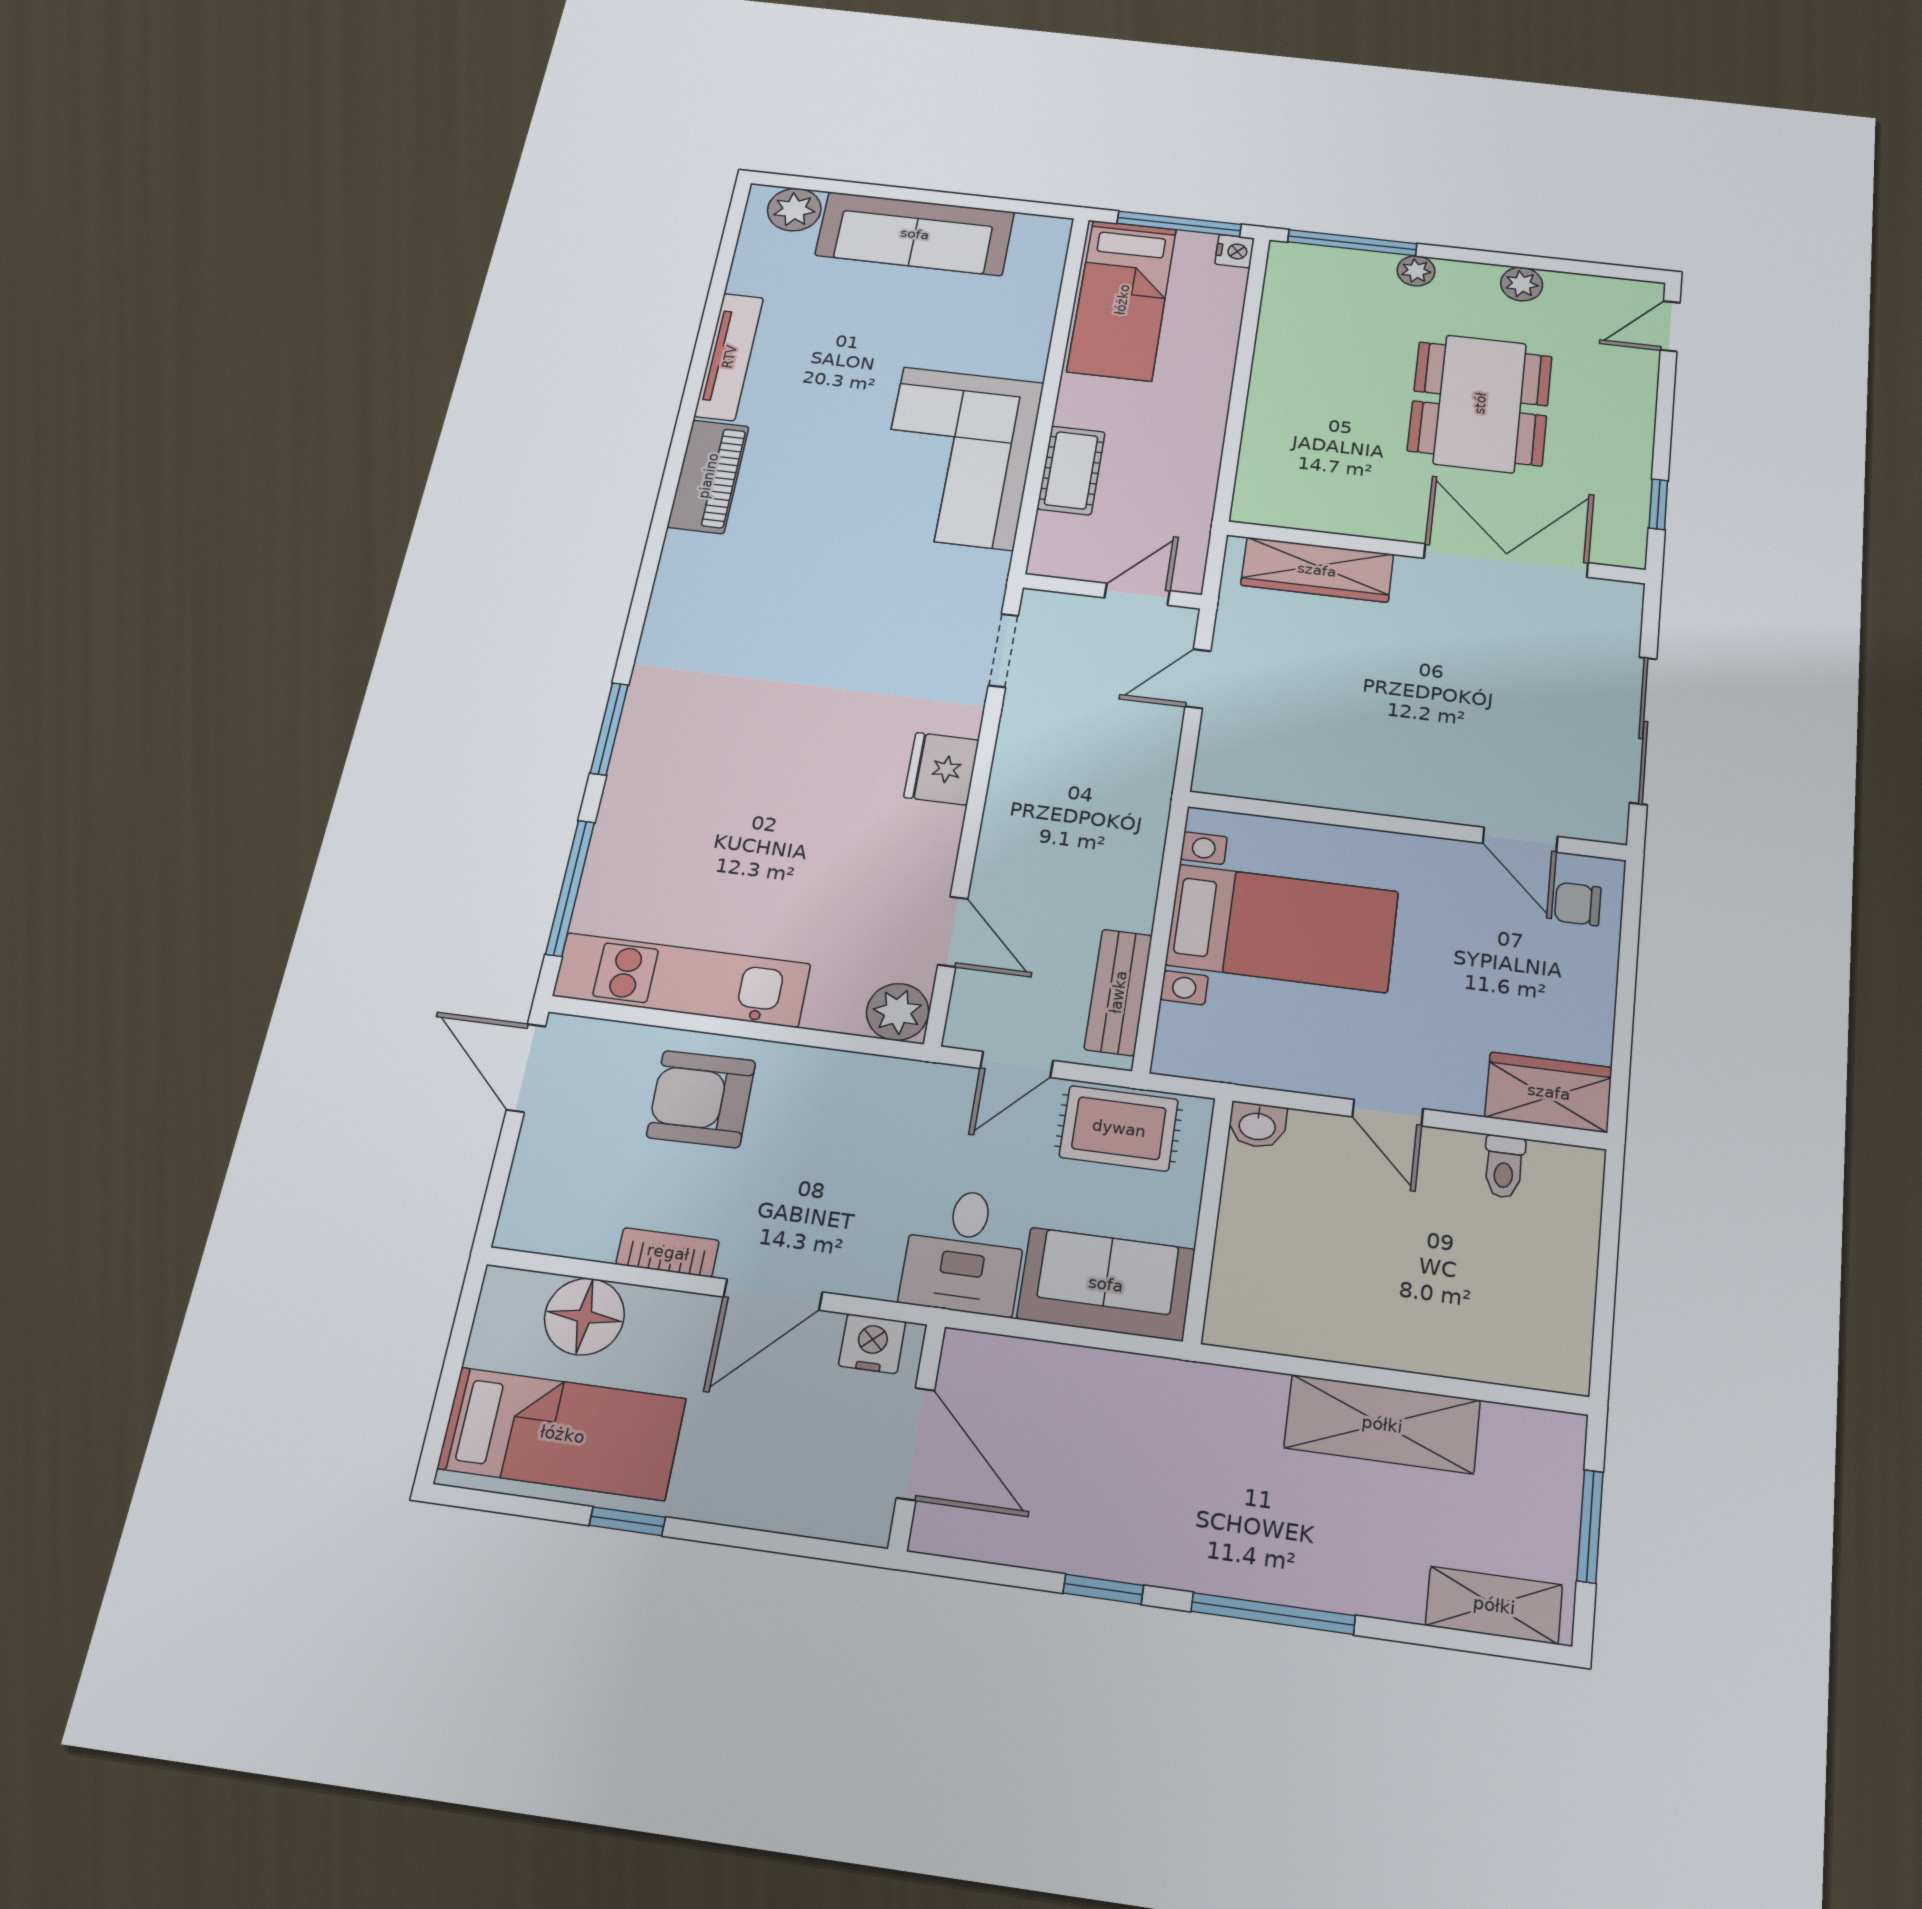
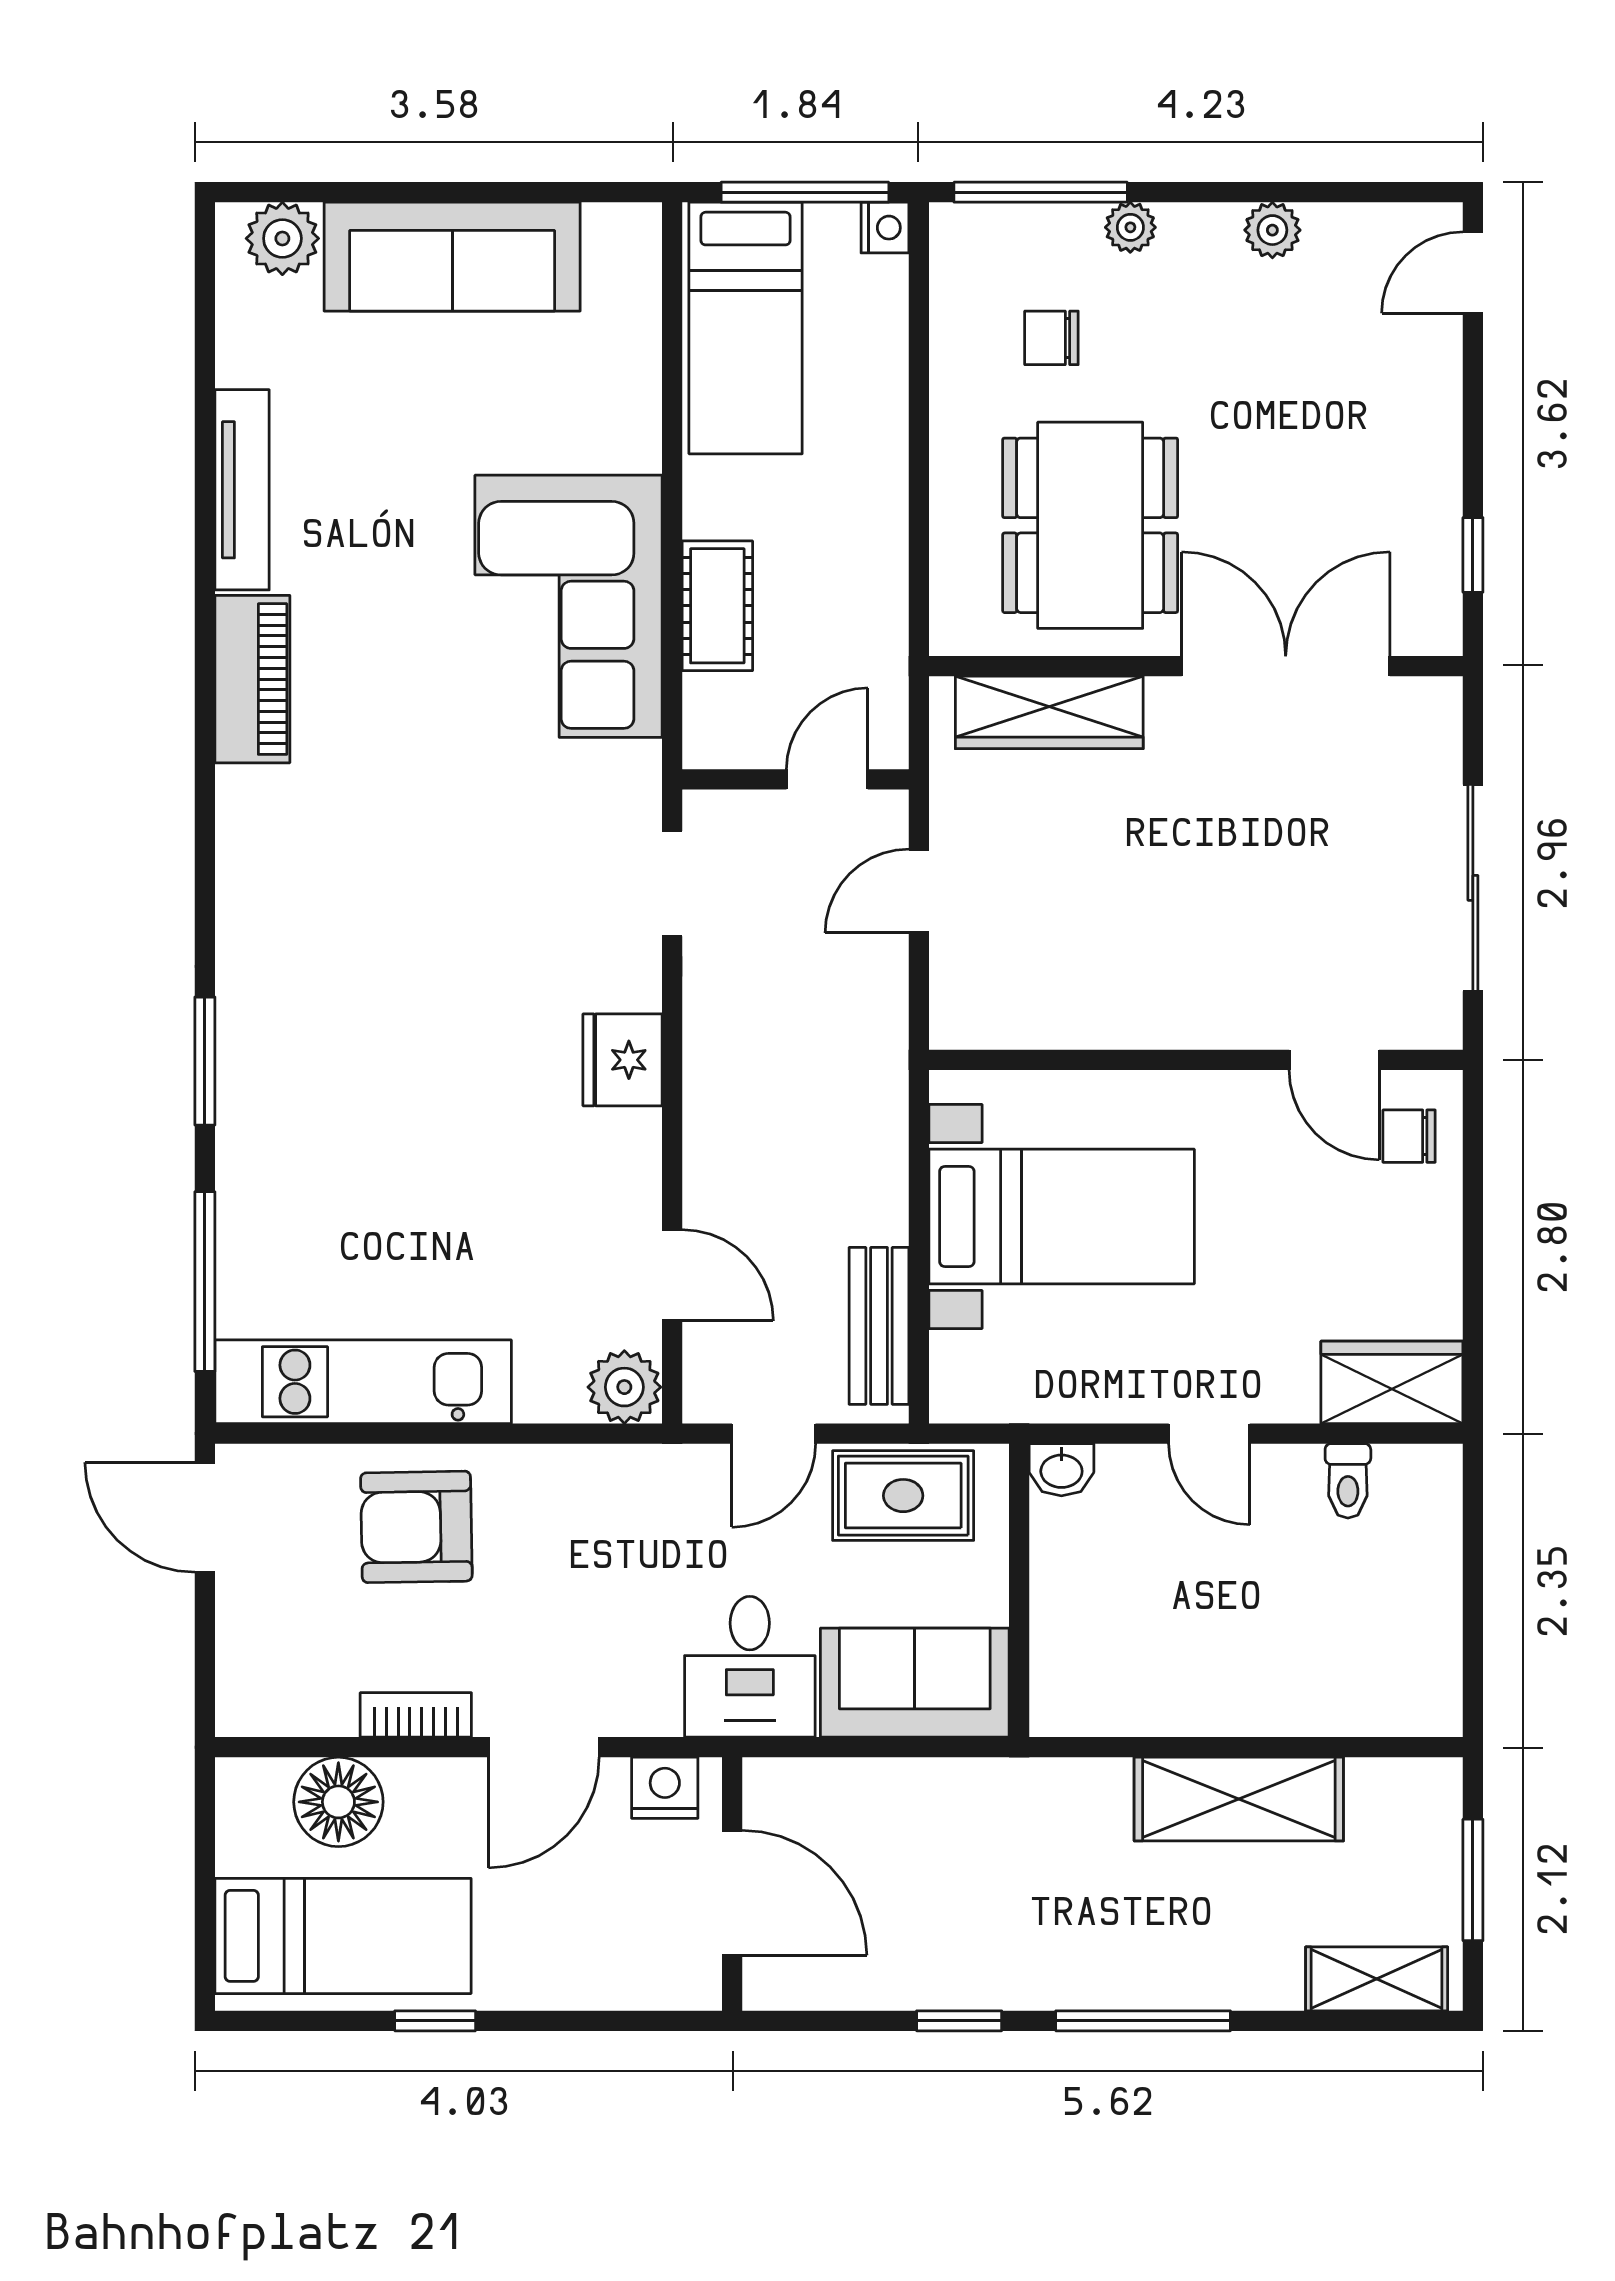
chair: (1349, 331) -> (1051, 338), added
dining table: (1480, 403) -> (1090, 525), moved

